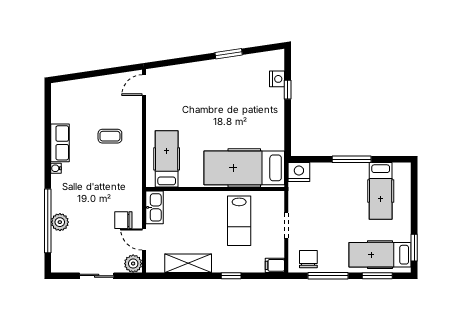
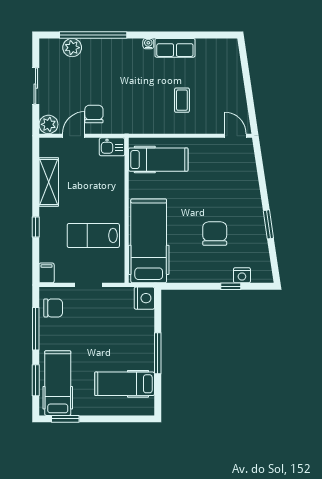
chair: (237, 105) -> (215, 234), added
kitchen sink: (155, 207) -> (112, 147), width x0.73
plant: (60, 222) -> (72, 48), moved

